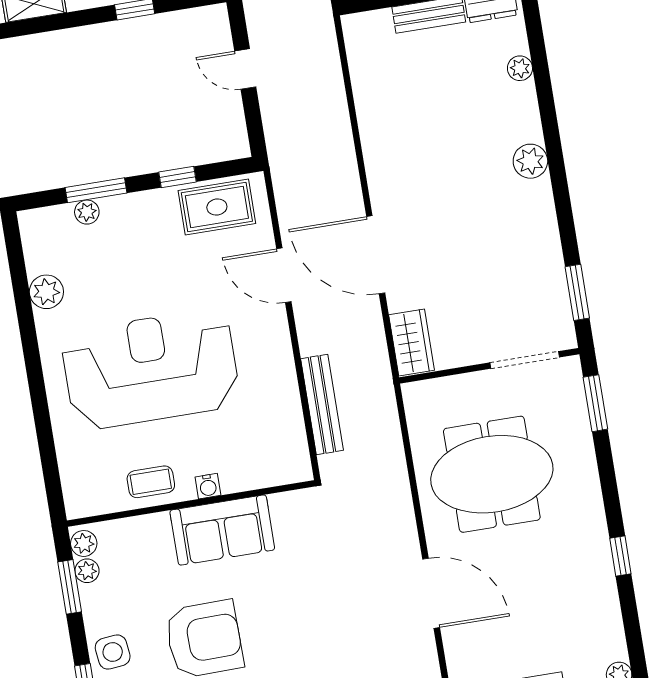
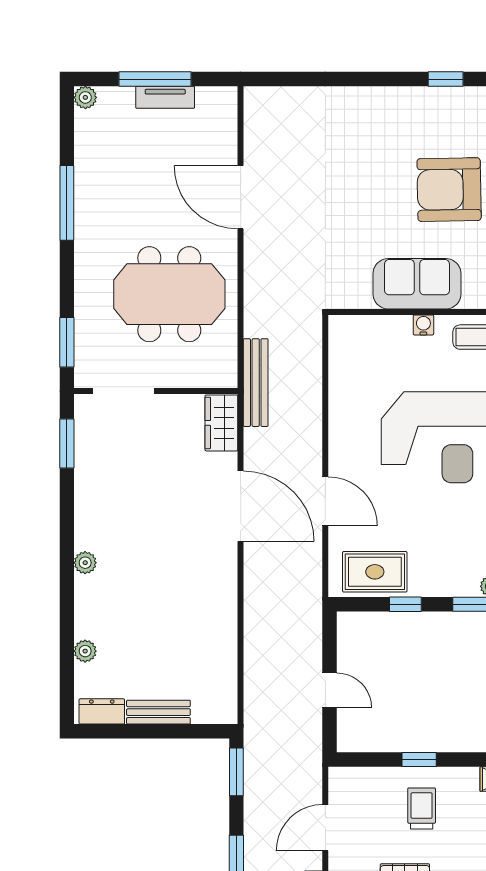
plant: (530, 161) -> (85, 563), width x0.73, depth x0.73
bench: (322, 405) -> (256, 383), moved
window: (620, 556) -> (67, 203), width x2.17

